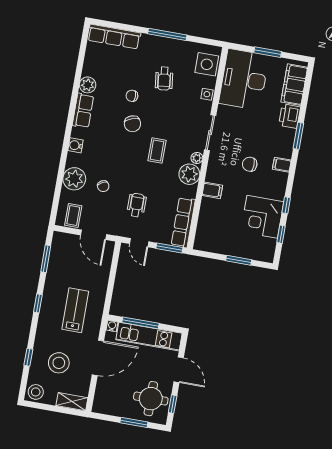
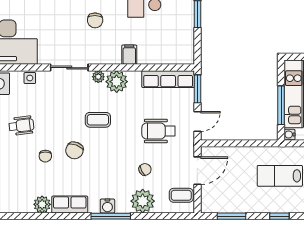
chair: (132, 124) -> (74, 150), turned 131
window: (66, 147) -> (111, 216), added
wheelchair: (137, 205) -> (159, 131), width x1.36, depth x1.37

